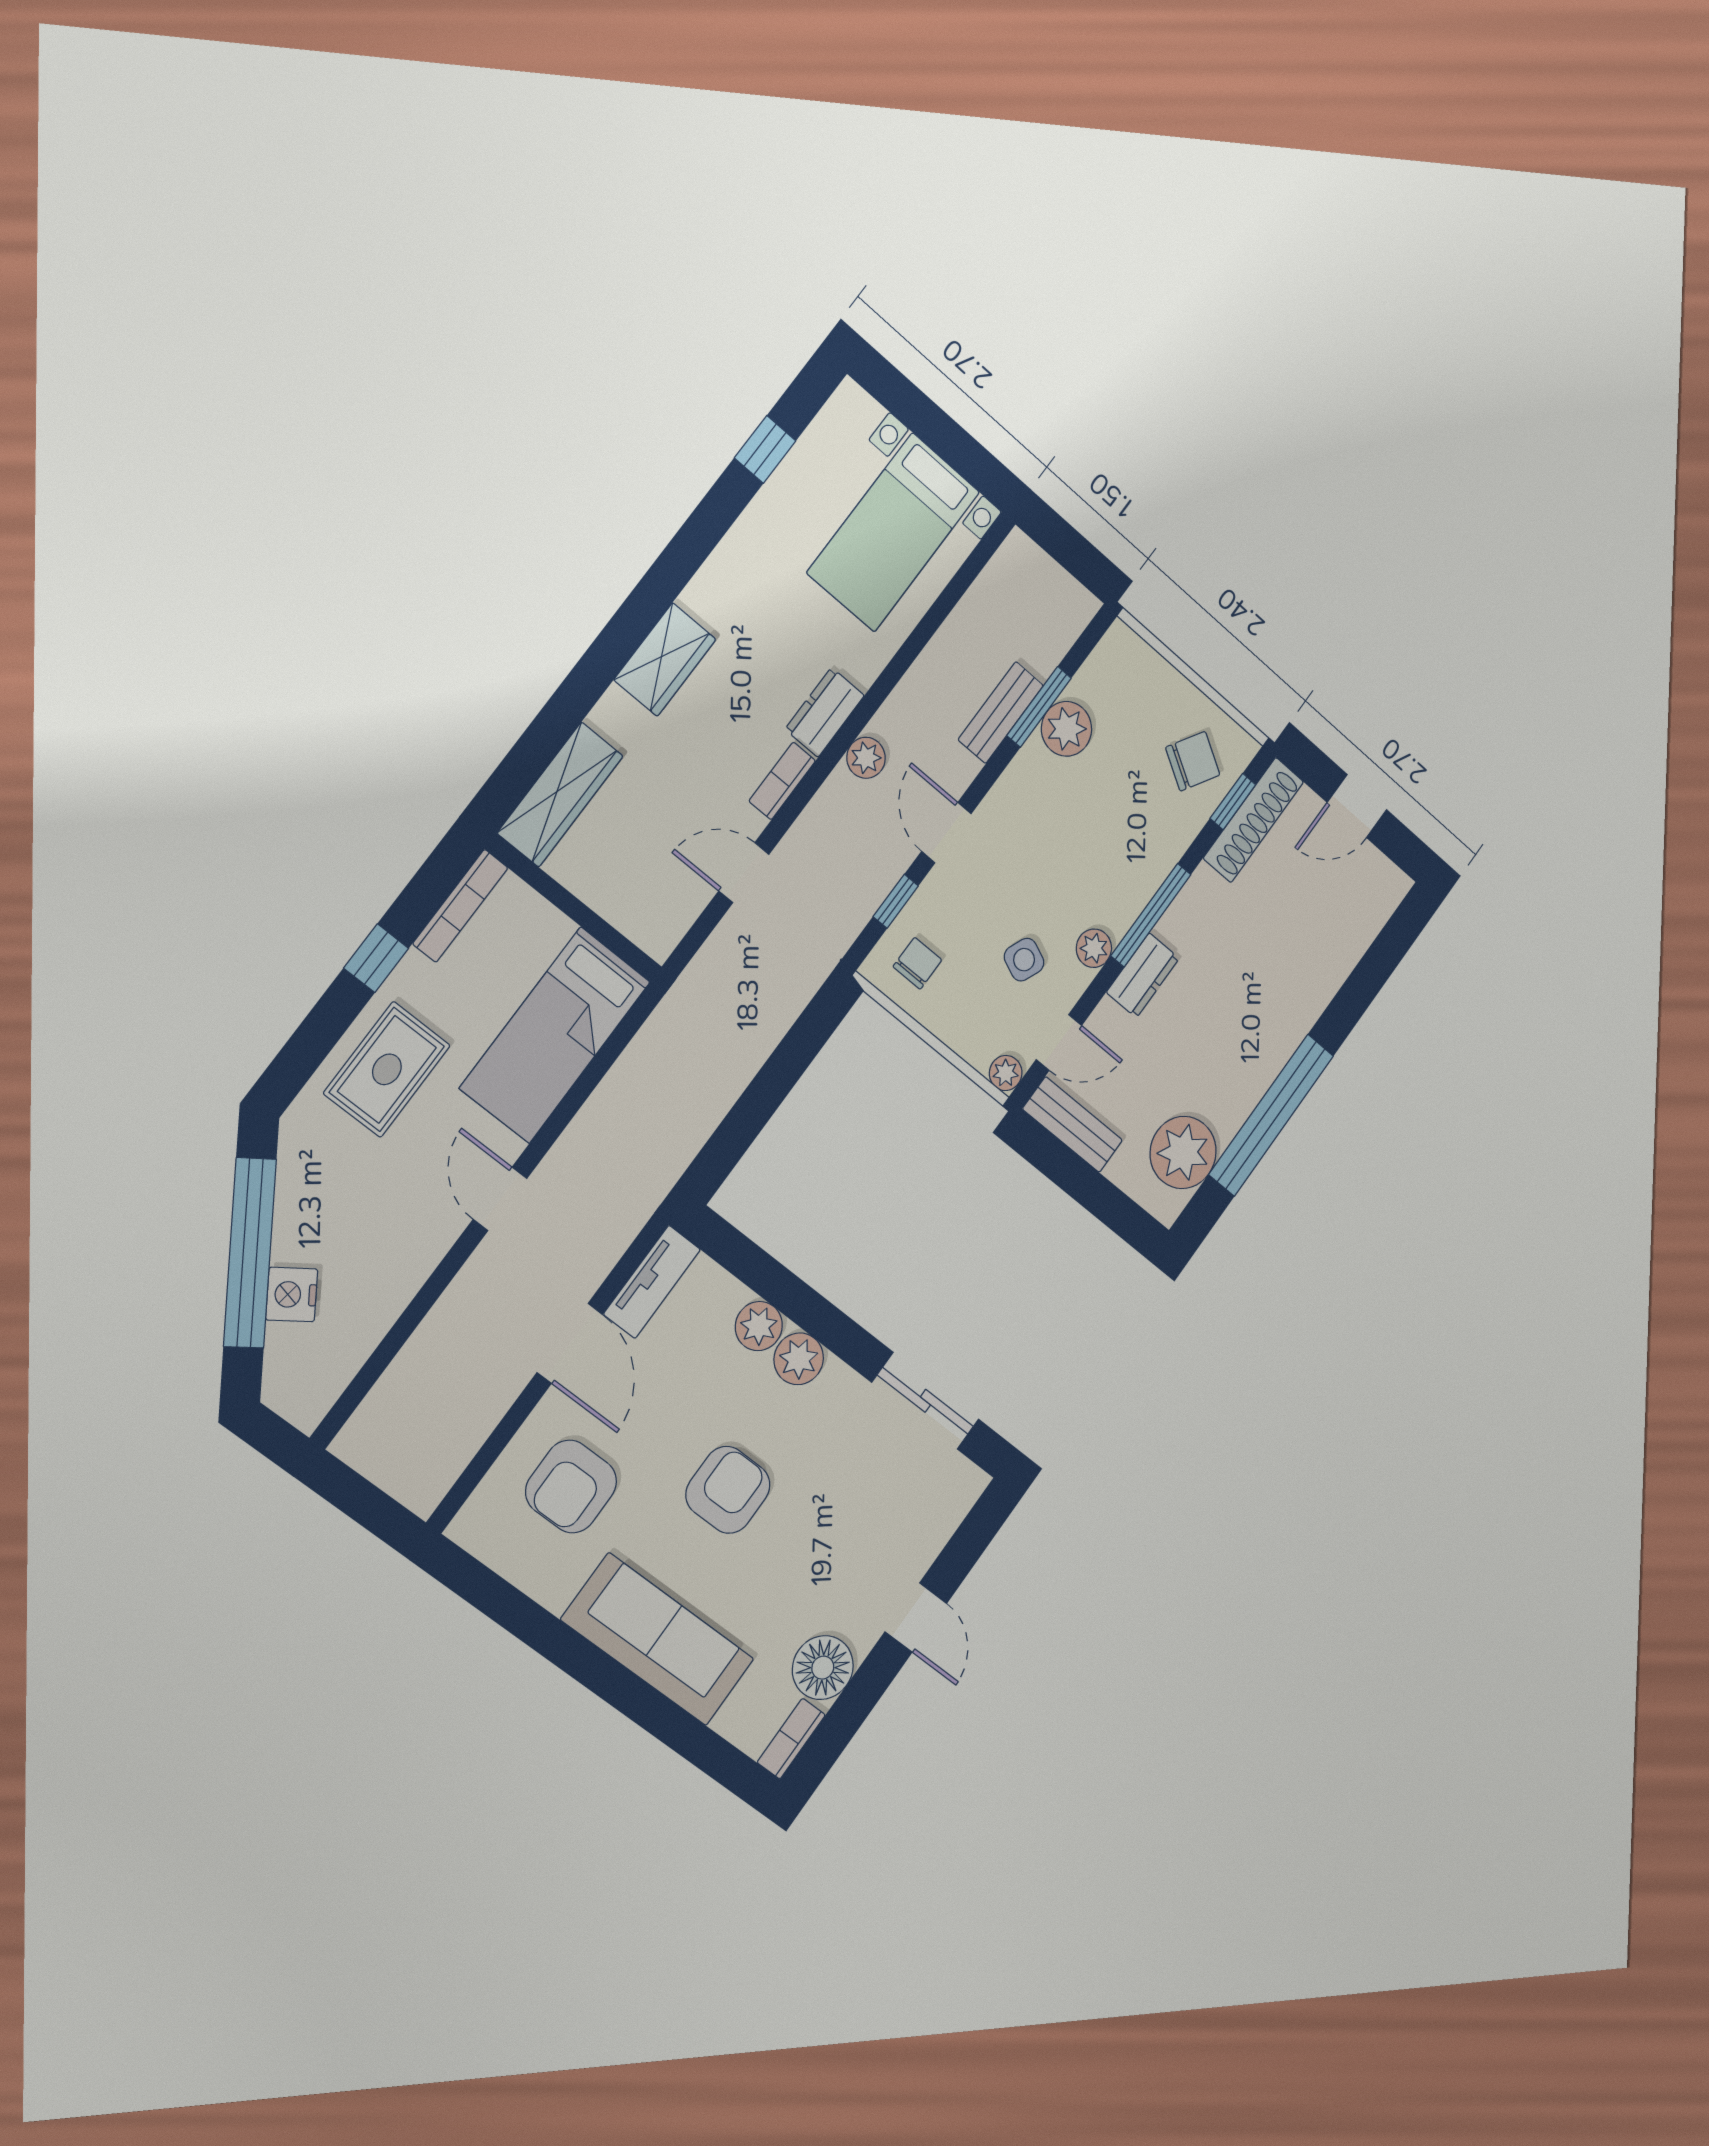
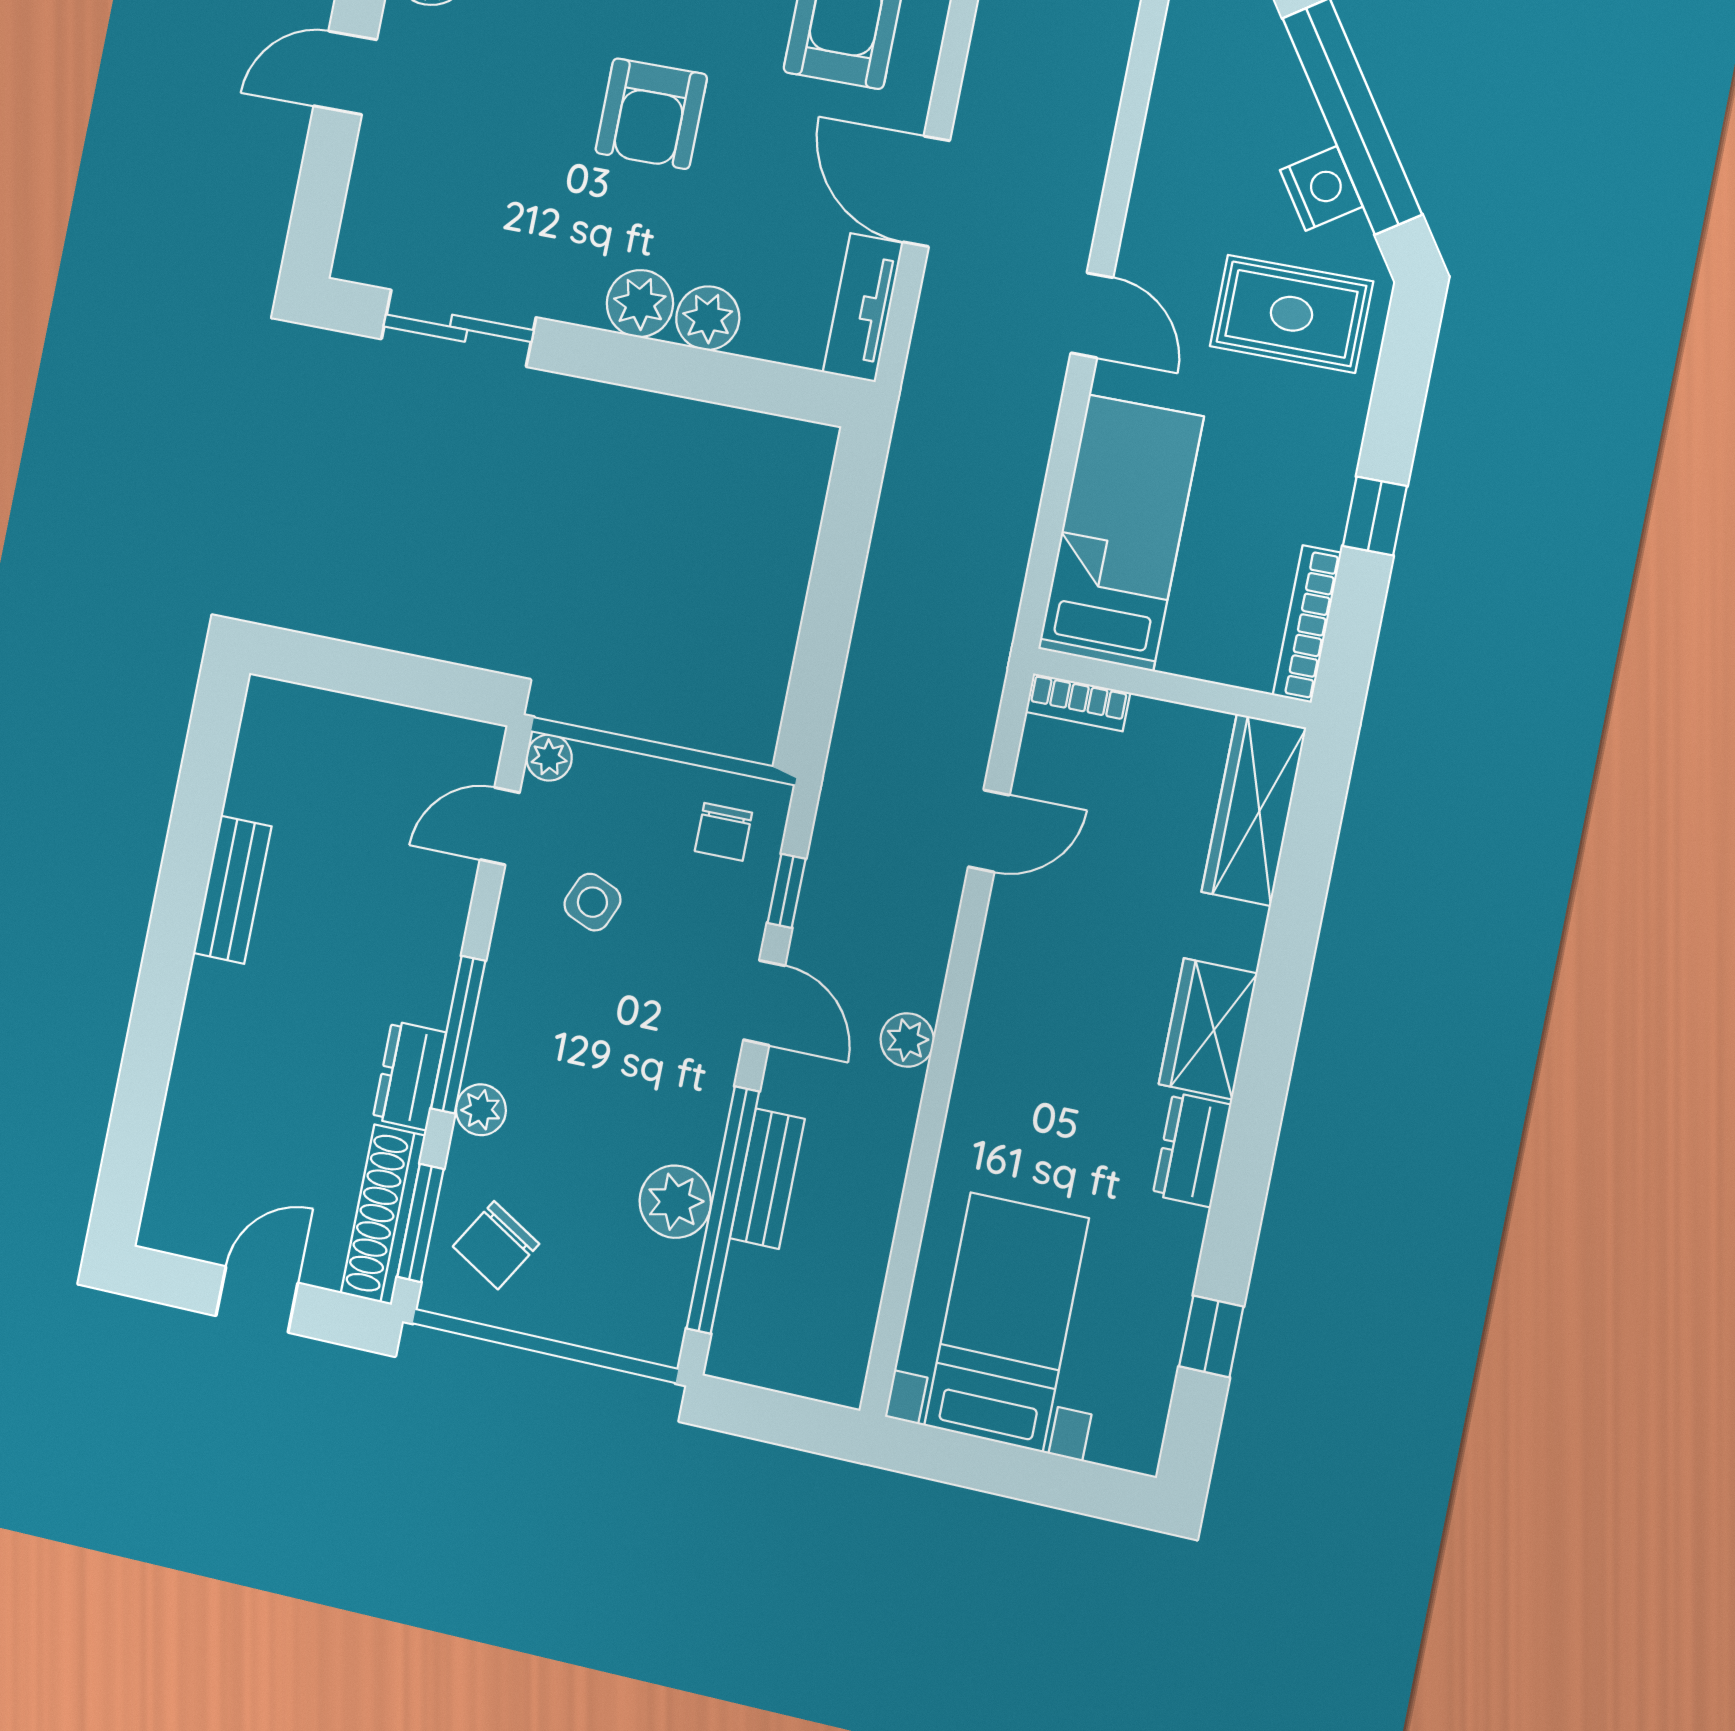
window: (1039, 707) -> (723, 1210), width x2.11
dresser: (825, 712) -> (1192, 1150), moved, turned 180
bookcase: (782, 781) -> (1078, 702), moved, turned 90
window: (1233, 802) -> (420, 1223), width x1.50
plant: (1094, 948) -> (481, 1110), moved
dresser: (1143, 975) -> (409, 1076), moved
rug: (387, 1069) -> (1291, 314), moved, turned 90
window: (1271, 1115) -> (185, 873), removed
bench: (1073, 1125) -> (232, 890), moved, turned 90
plant: (1183, 1152) -> (277, 773), removed
nightstand: (292, 1295) -> (1321, 188), moved
door: (916, 1618) -> (345, 73), hinge flipped

